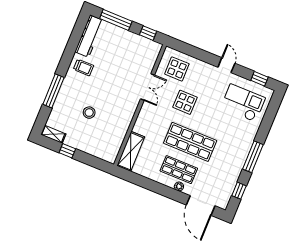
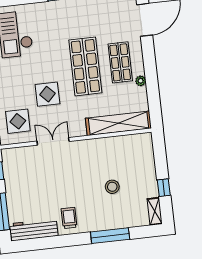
shelving: (131, 151) -> (118, 123), width x1.47
plant: (179, 186) -> (141, 81), moved

